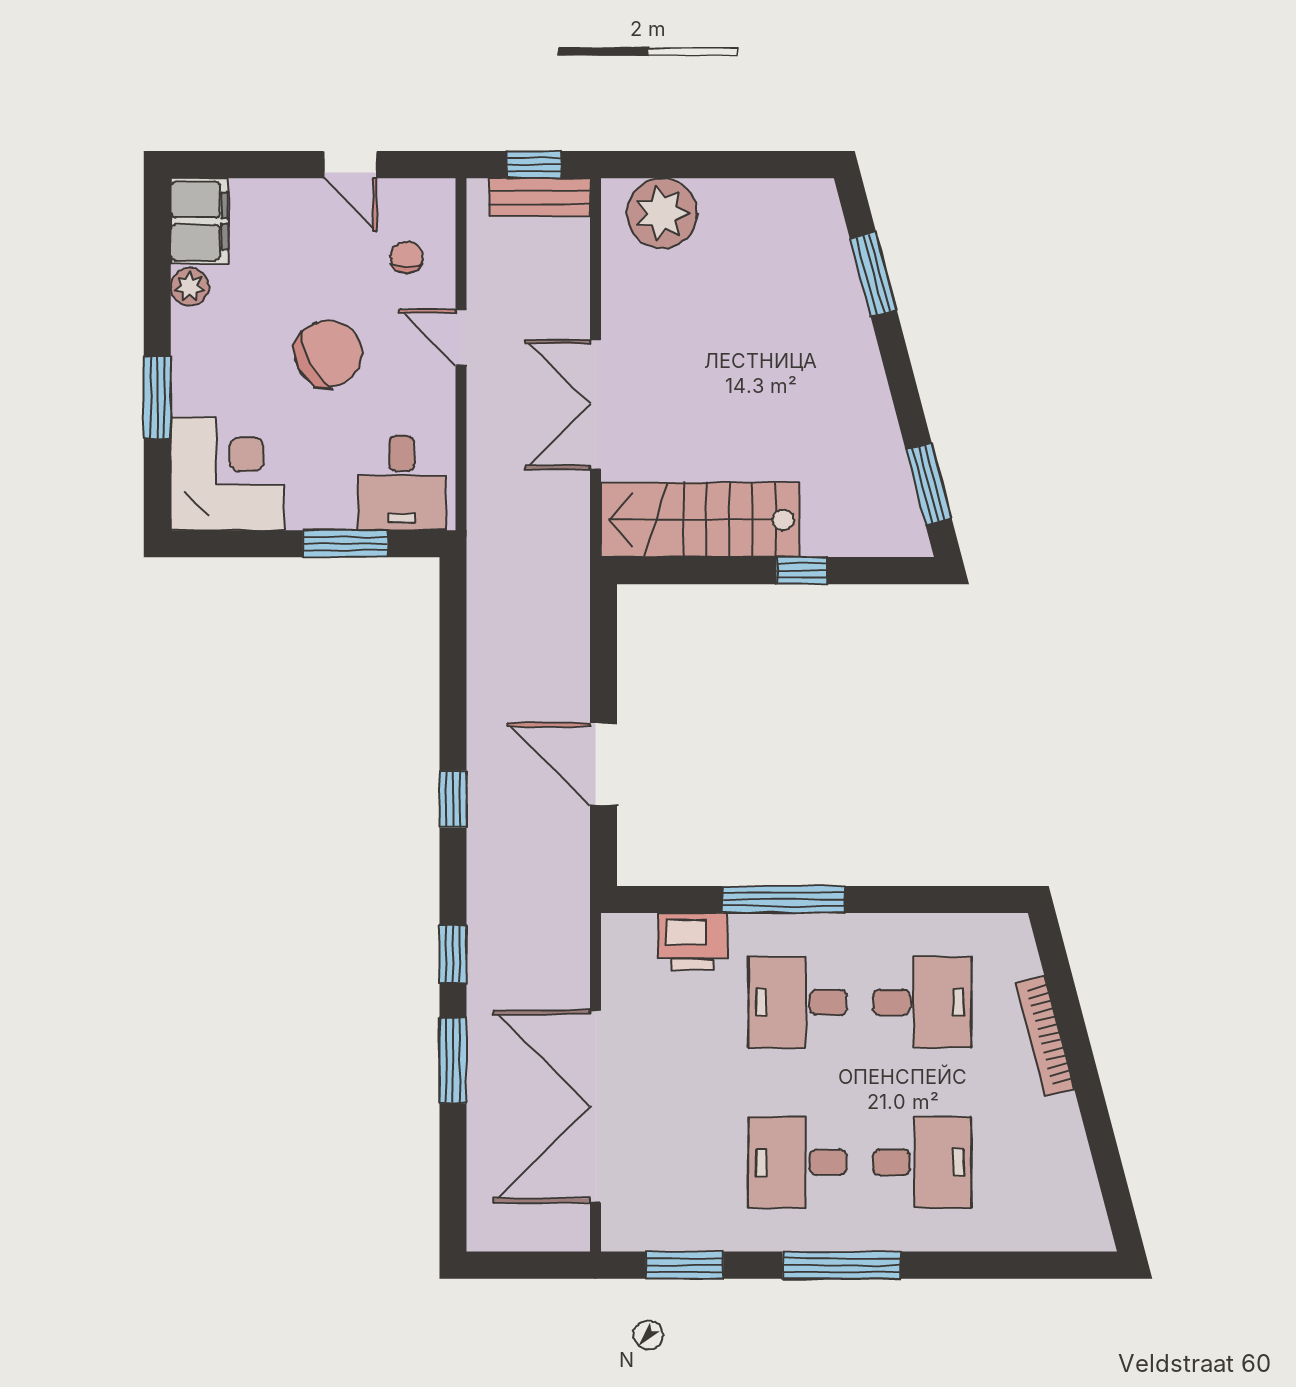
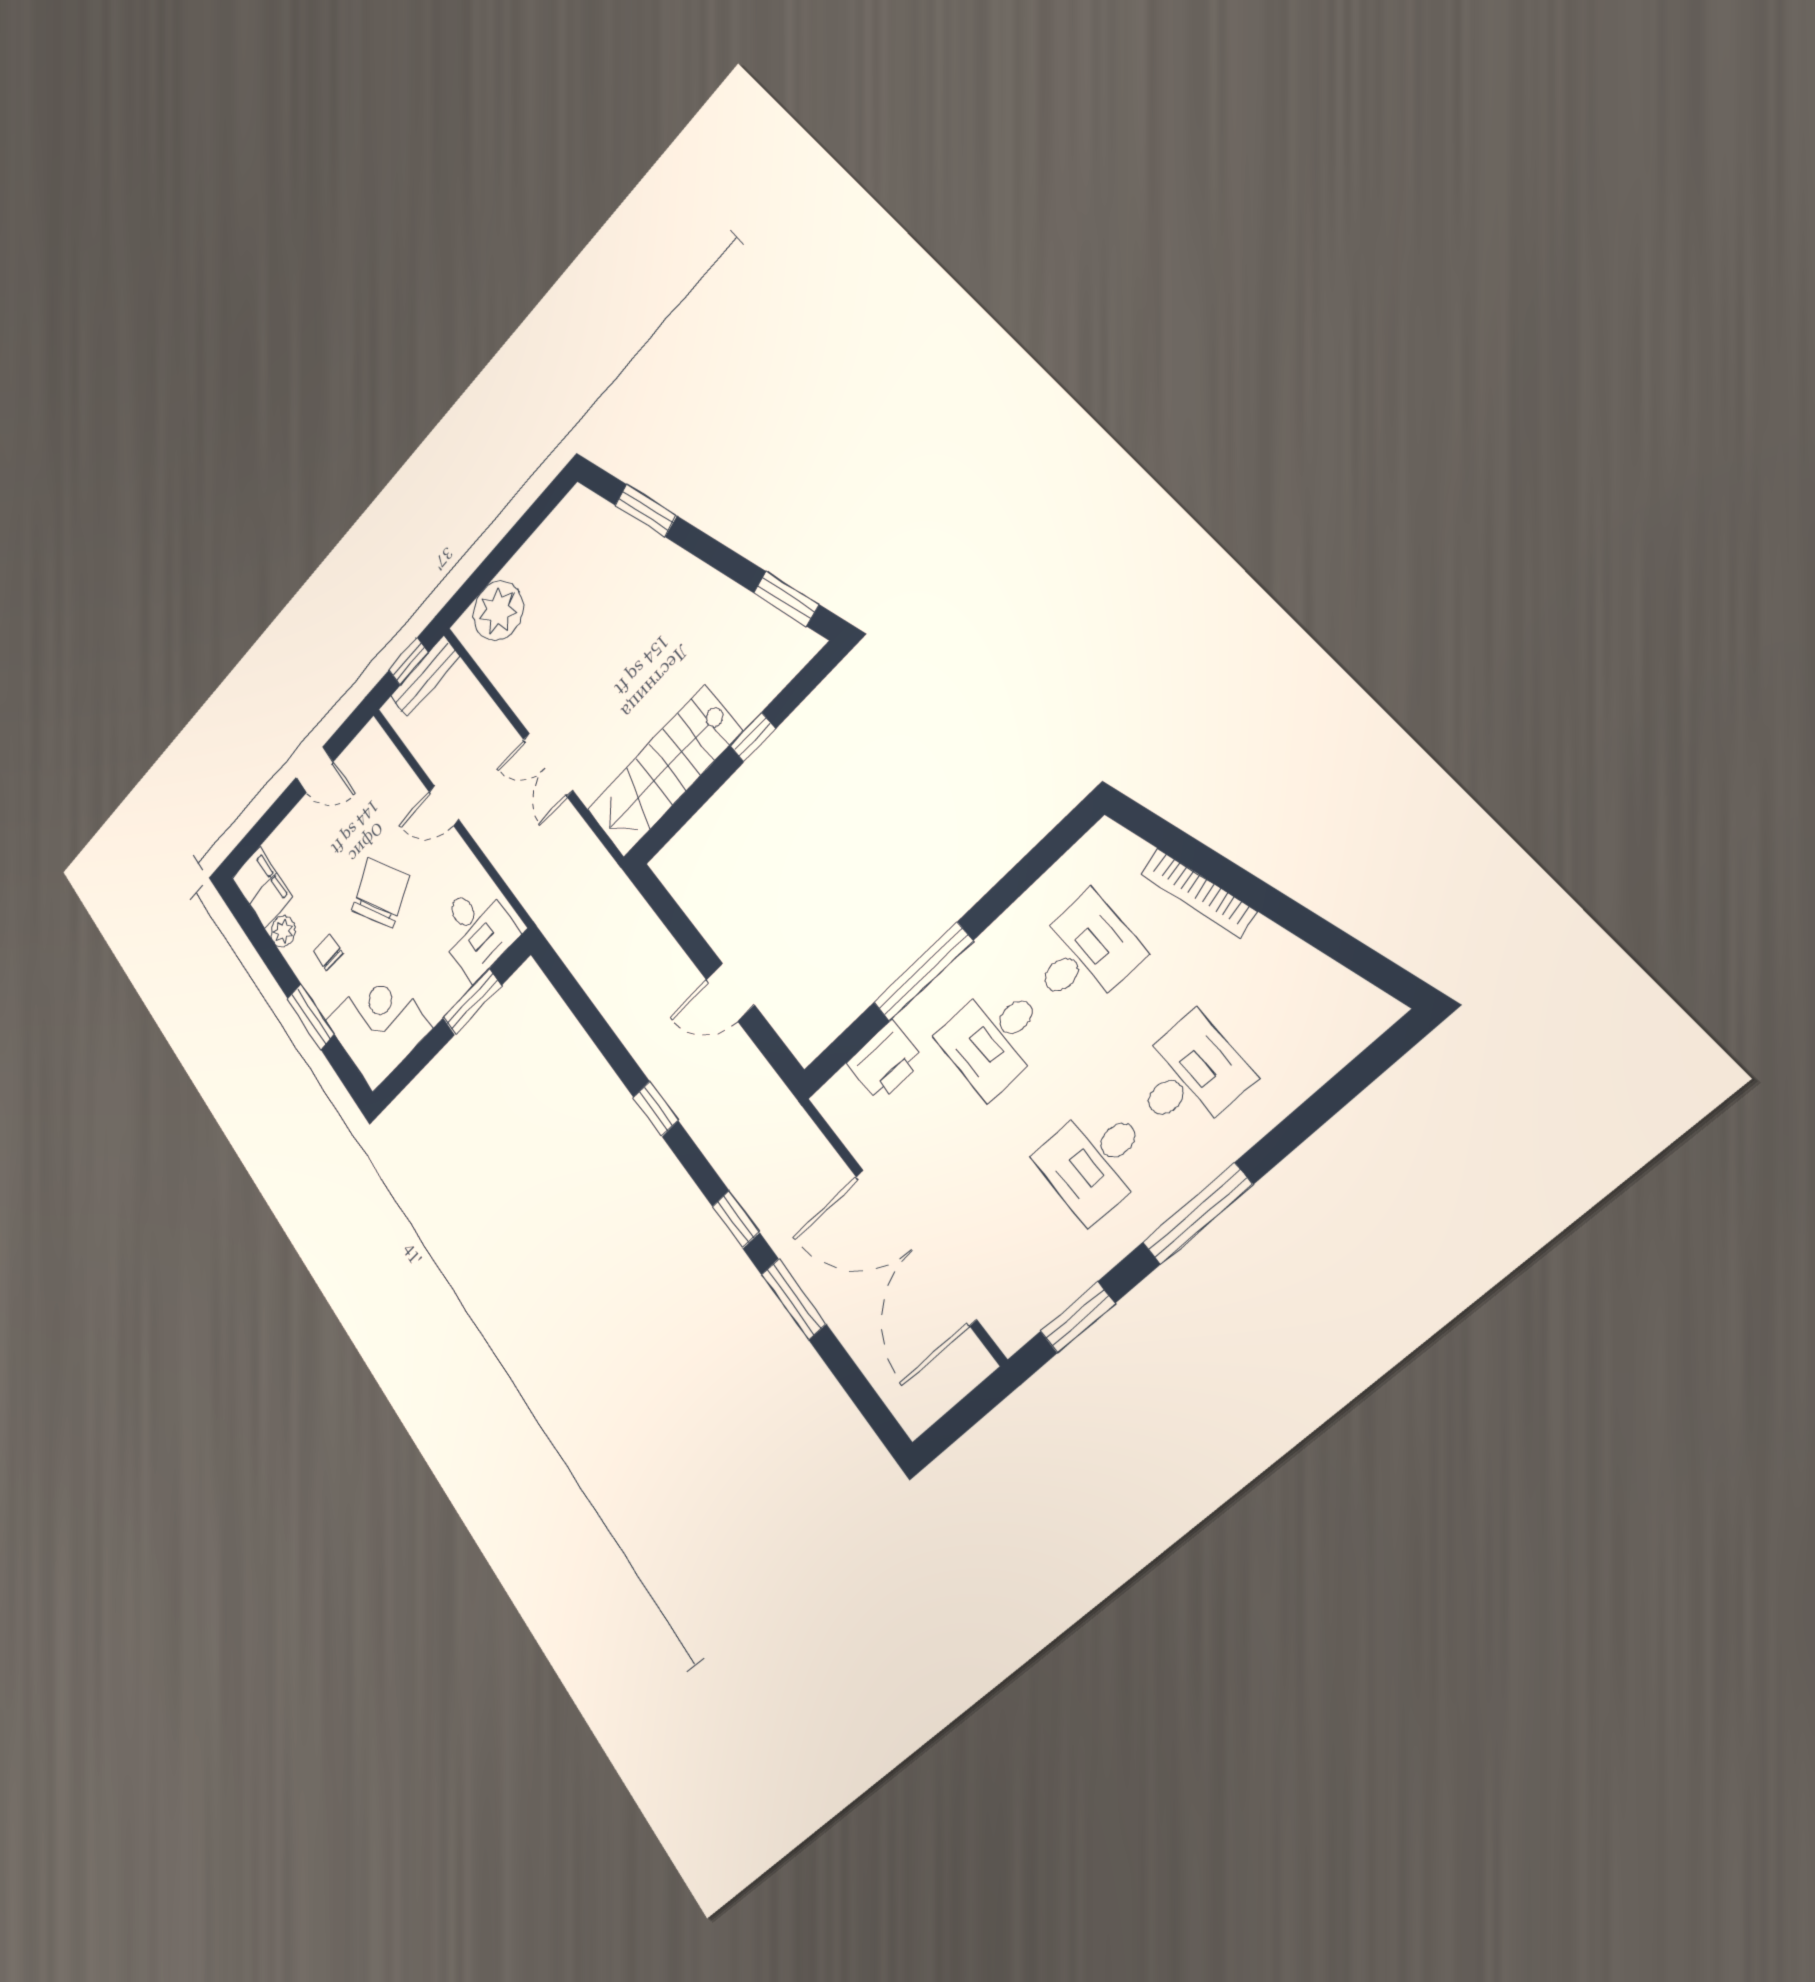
chair: (407, 257) -> (328, 952), moved
double door: (595, 405) -> (548, 765), width x0.73
door: (604, 764) -> (730, 992), width x0.73

